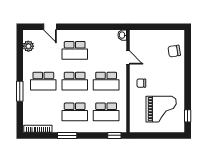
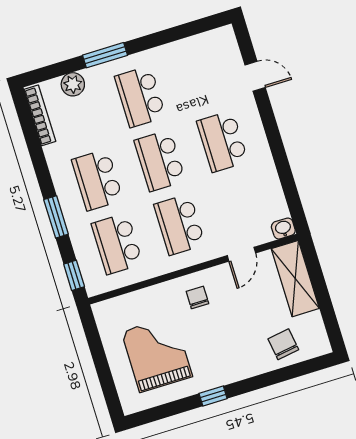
door: (50, 27) -> (255, 76), swing flipped
shelving: (146, 37) -> (295, 279), added
plant: (28, 46) -> (73, 84), moved
grand piano: (161, 109) -> (157, 354), turned 180
window: (188, 116) -> (213, 396), moved
window: (67, 135) -> (56, 217), moved

